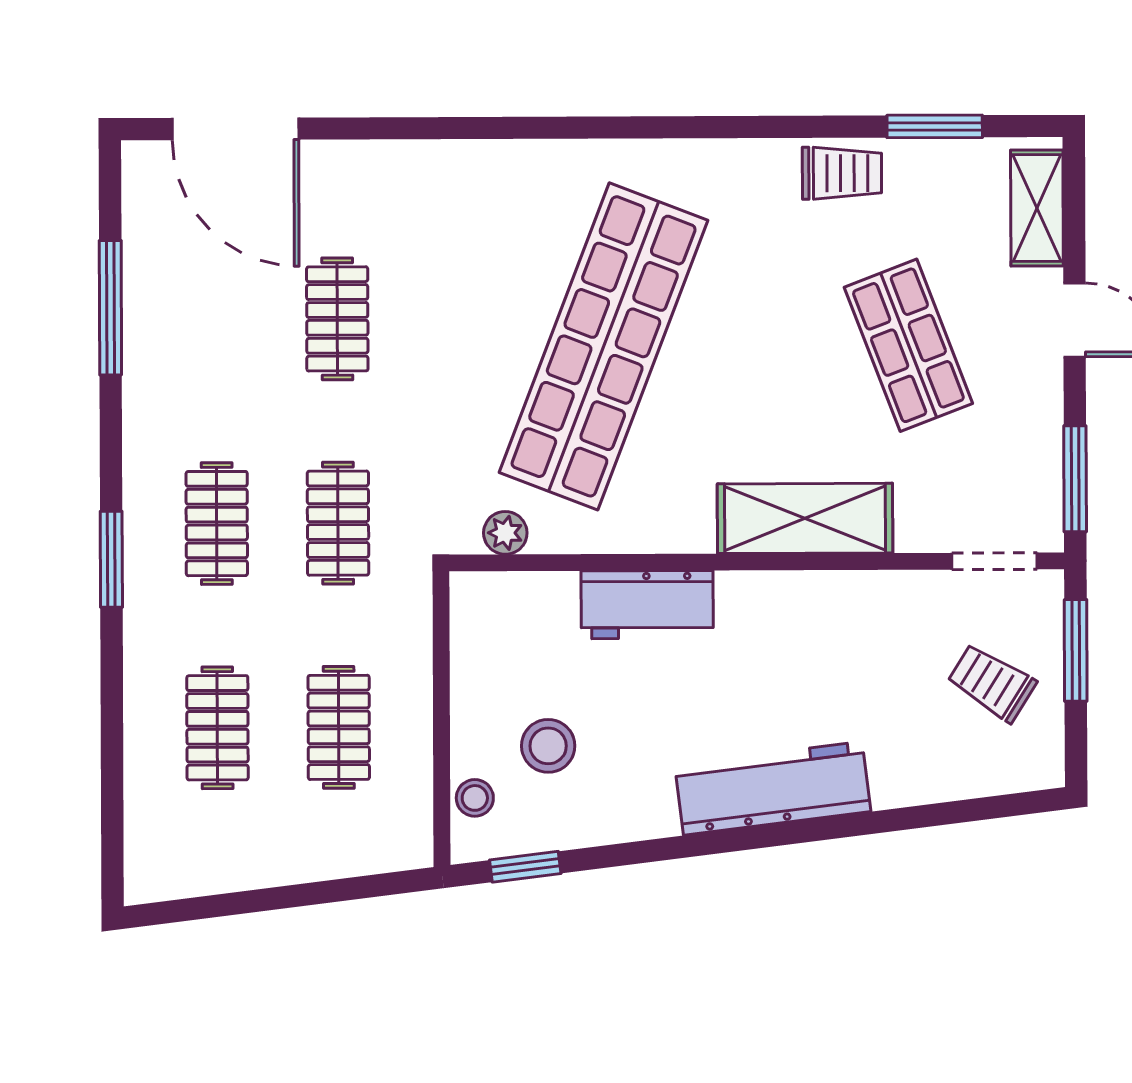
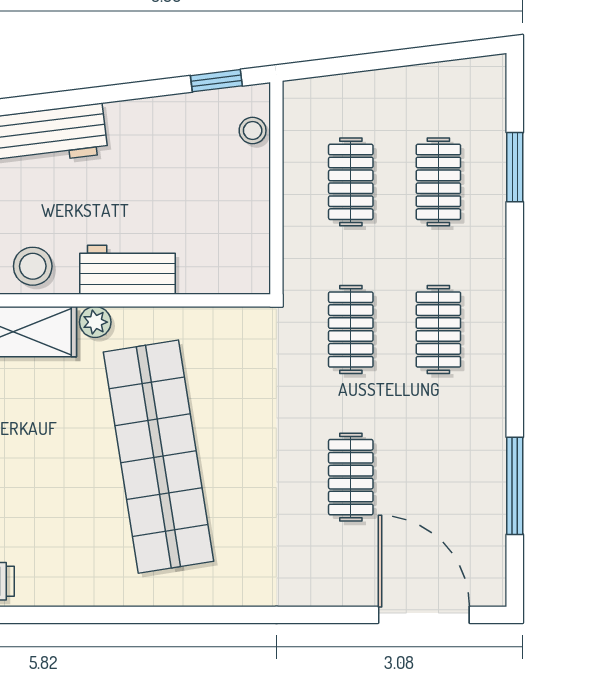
shop shelf: (604, 346) -> (158, 457), turned -30
plant: (505, 533) -> (95, 322), moved
window: (111, 559) -> (515, 167), moved
stool: (548, 746) -> (33, 266), moved

